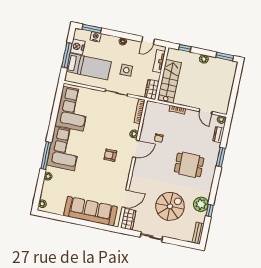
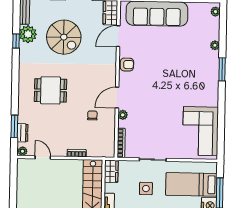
corner sofa: (64, 149) -> (202, 82), removed
armchair: (110, 155) -> (127, 65), moved
window: (46, 156) -> (222, 69), width x0.69
window: (221, 157) -> (14, 126), moved
plant: (201, 204) -> (28, 34), moved
spiral stairs: (170, 206) -> (64, 37), turned -90

